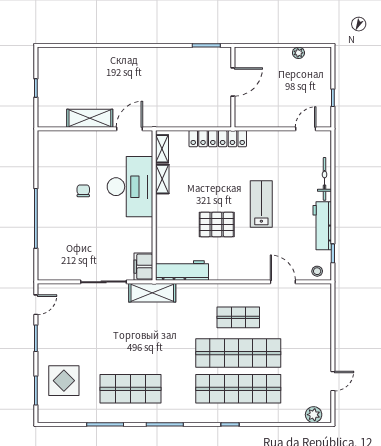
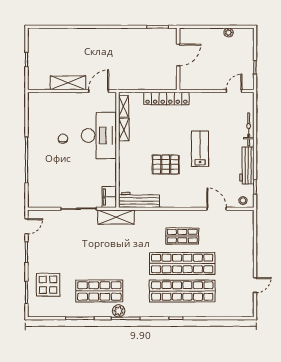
plant: (314, 415) -> (119, 311), moved

